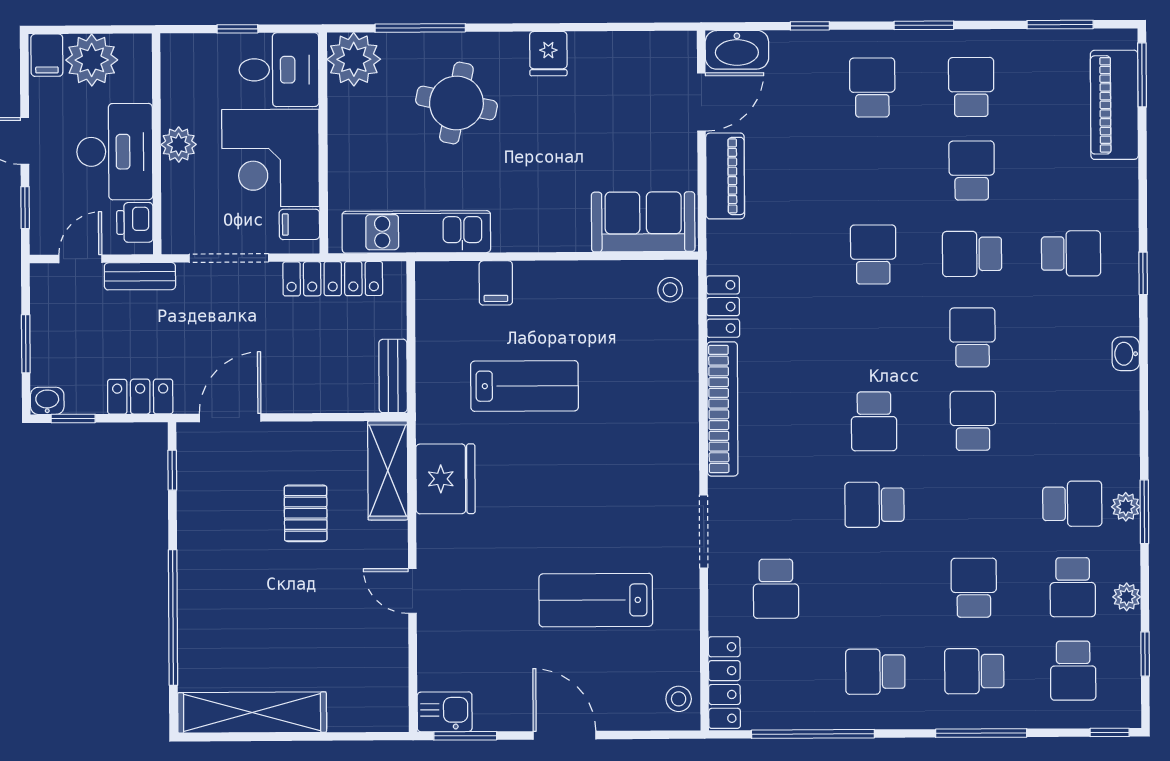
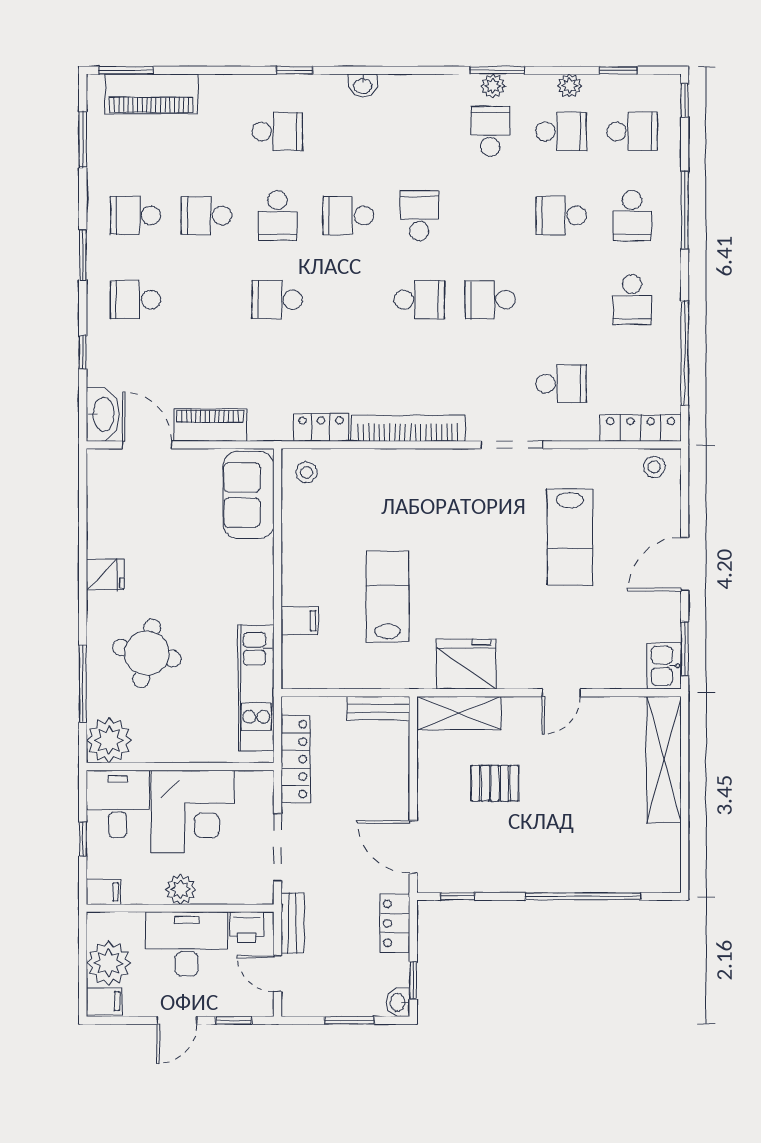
filing cabinet: (299, 224) -> (103, 892), moved, turned -90
school desk: (1071, 253) -> (277, 131), turned 90
school desk: (973, 421) -> (419, 216), turned 90
school desk: (874, 505) -> (490, 300), turned 90
shelving: (252, 712) -> (664, 760), moved

